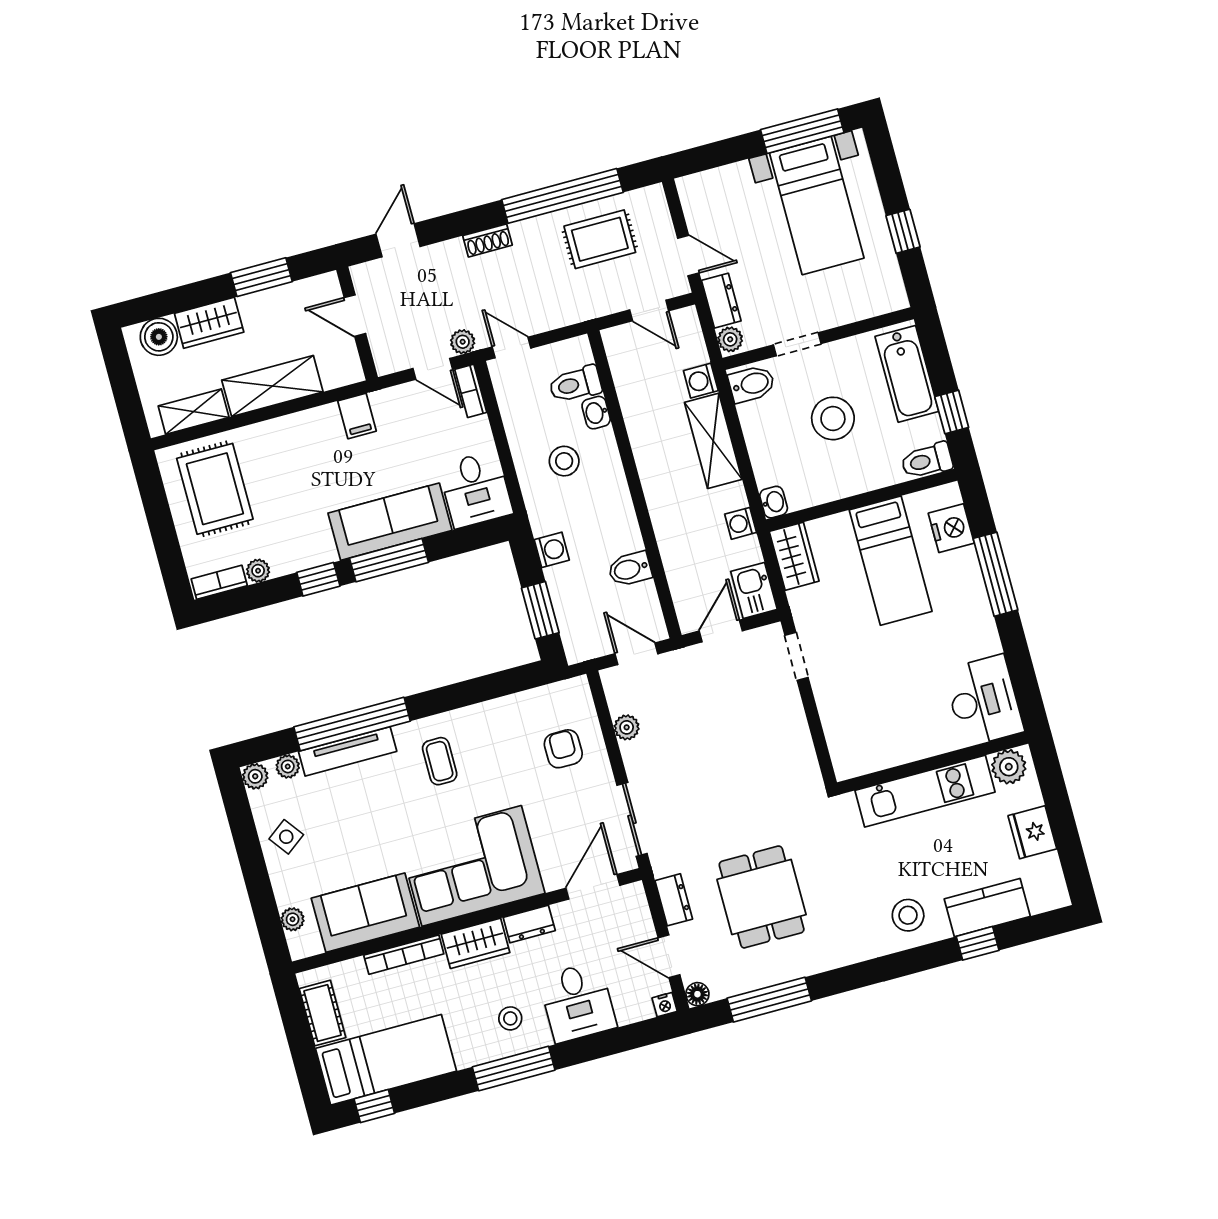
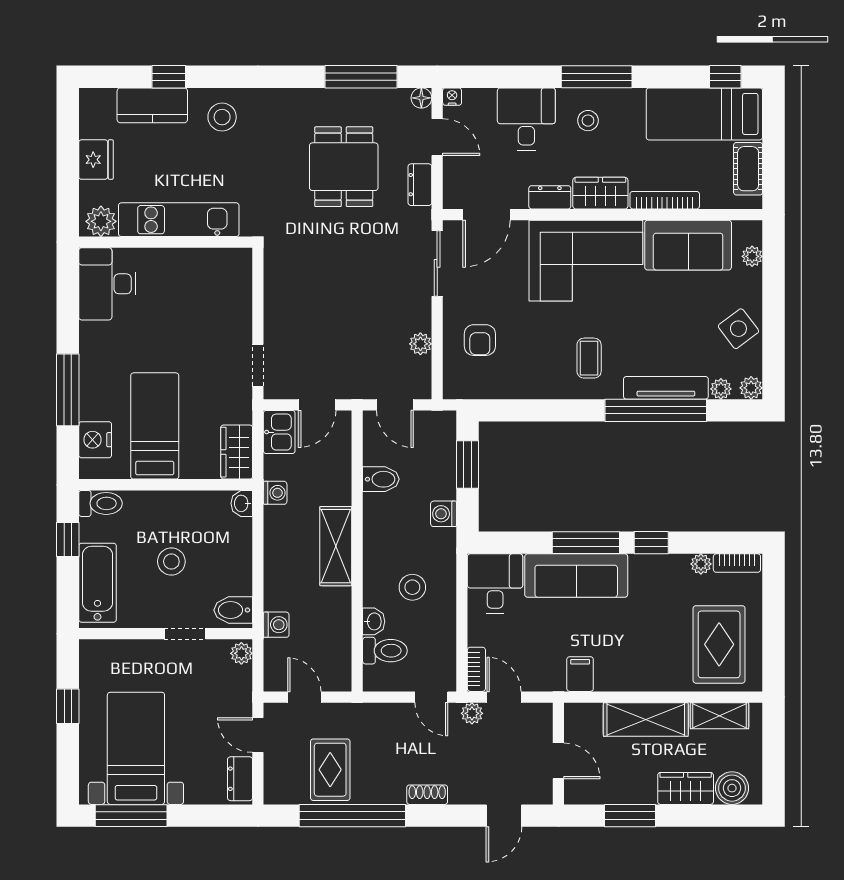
rug: (600, 239) -> (330, 770), turned 90
dresser: (721, 301) -> (240, 779), moved
stool: (833, 418) -> (171, 561), width x0.73, depth x0.73
shelving: (713, 441) -> (336, 546), moved
side table: (286, 837) -> (738, 329), width x1.37, depth x1.37

